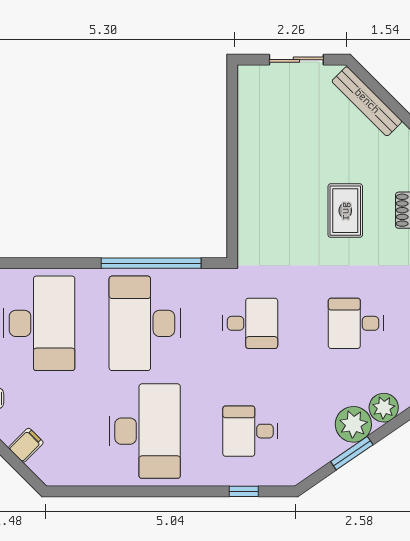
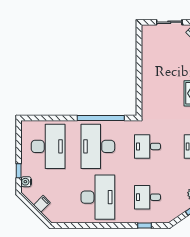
desk: (250, 323) -> (147, 146), turned 180

